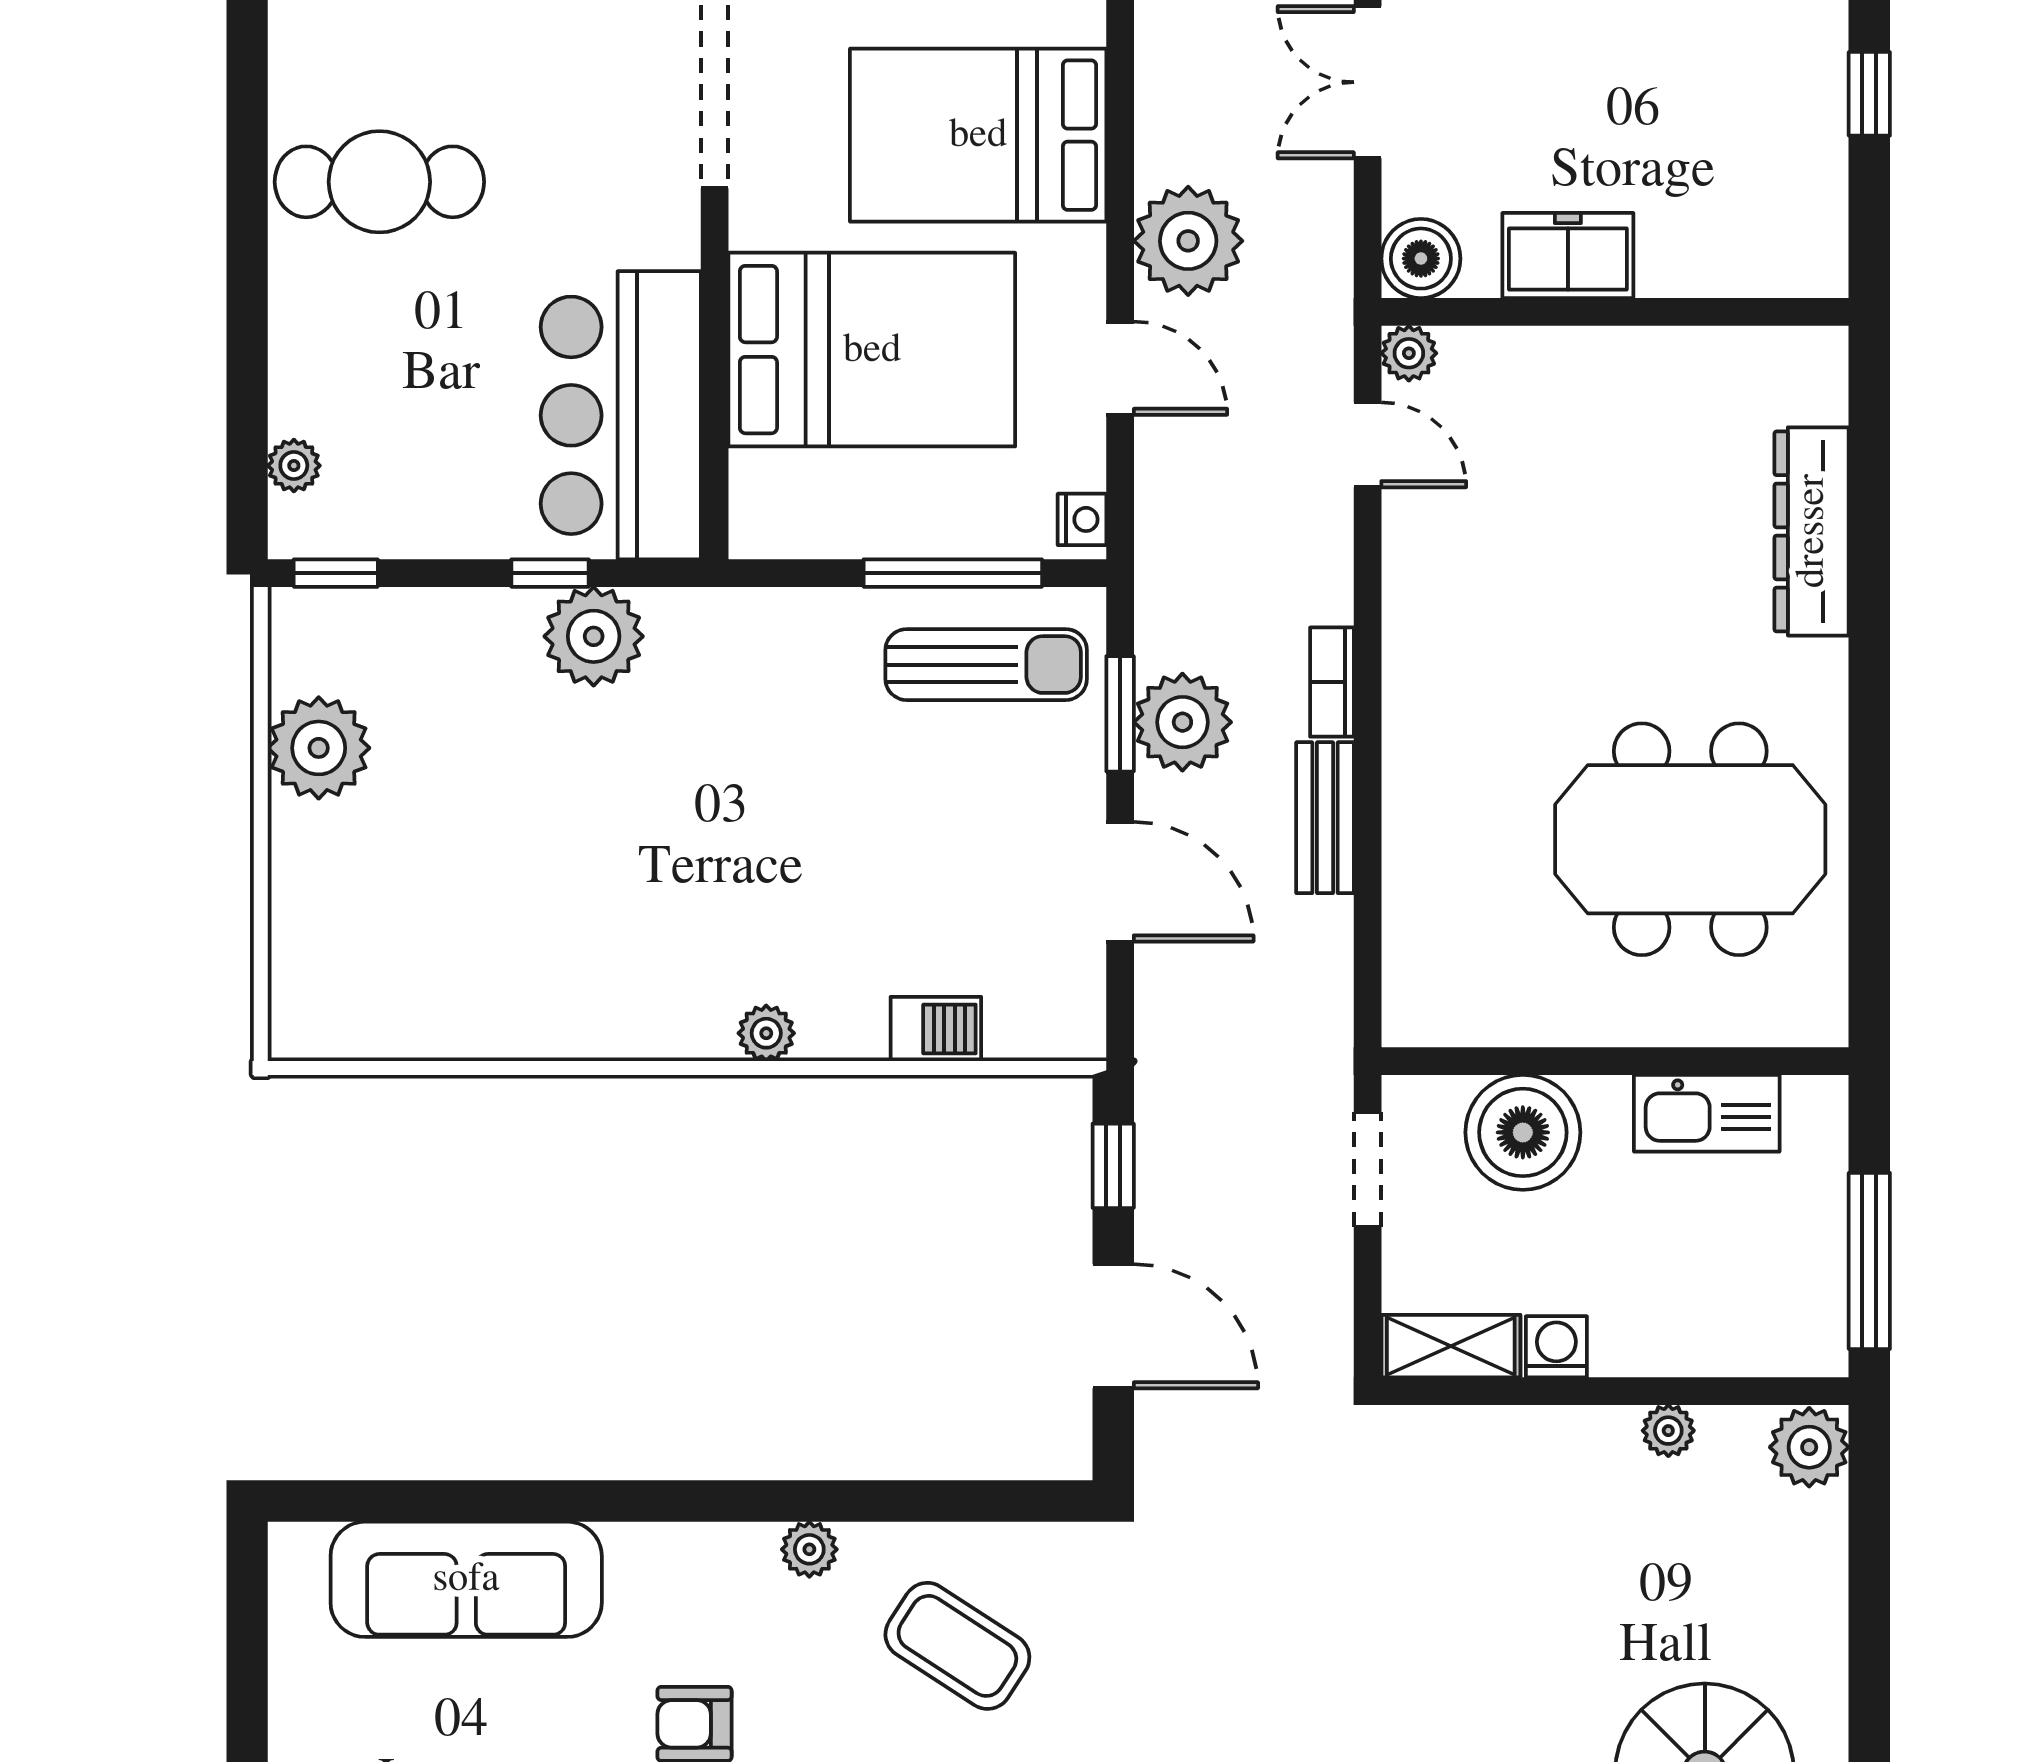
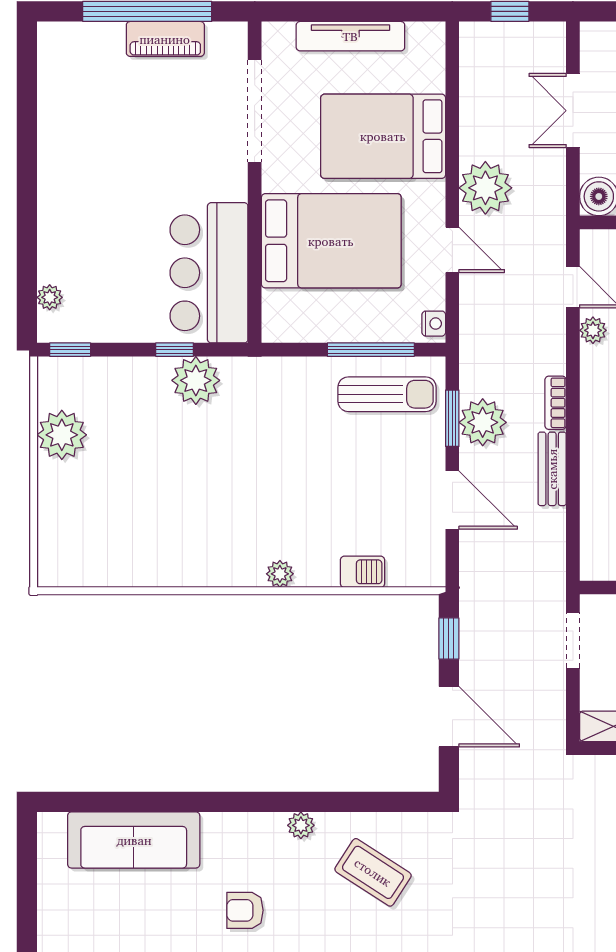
cafe table: (379, 182) -> (91, 159), removed
plant: (1409, 353) -> (593, 330), moved

